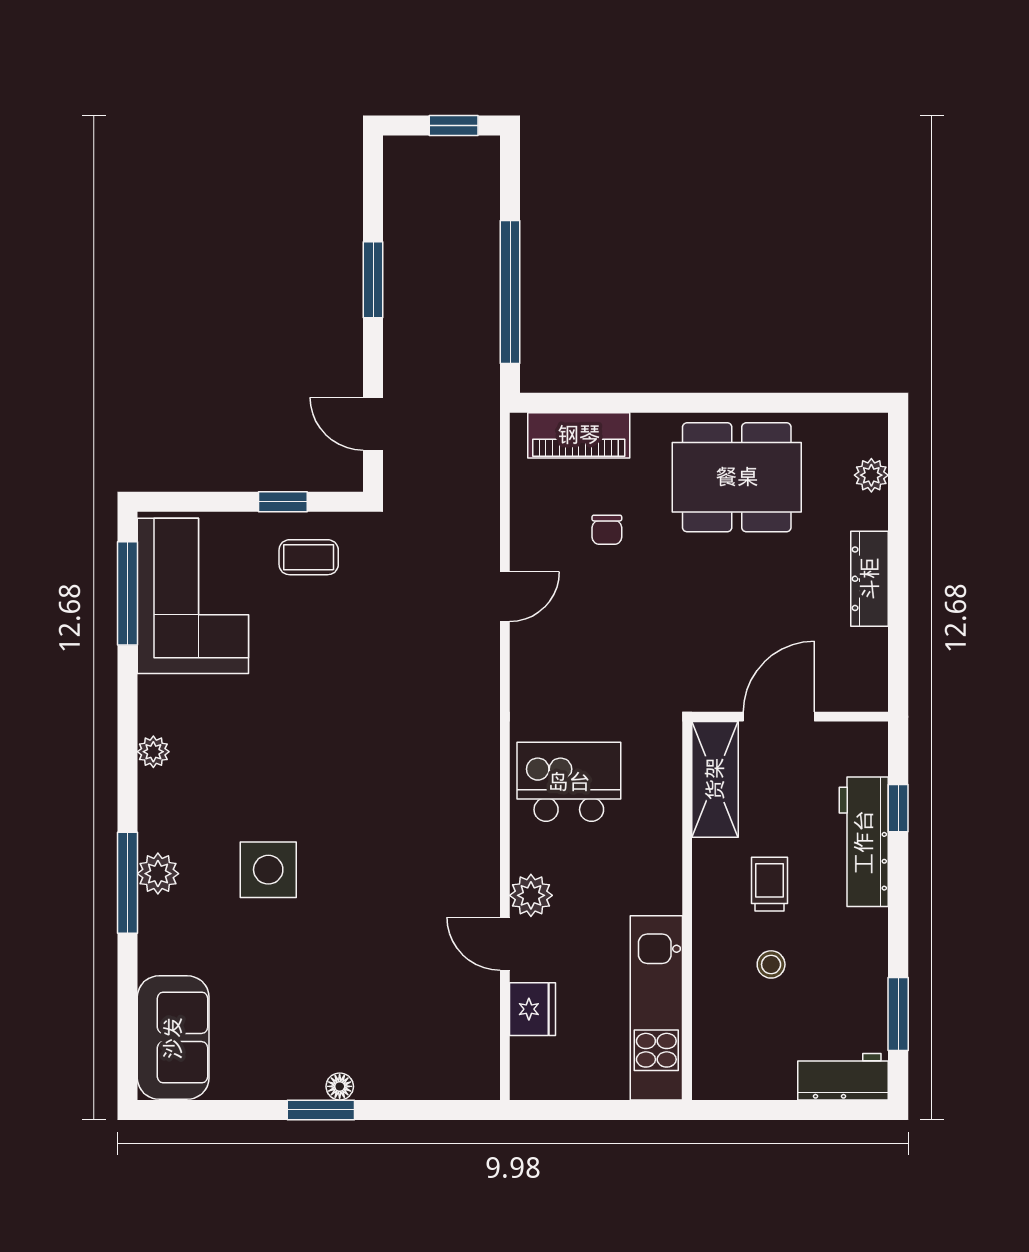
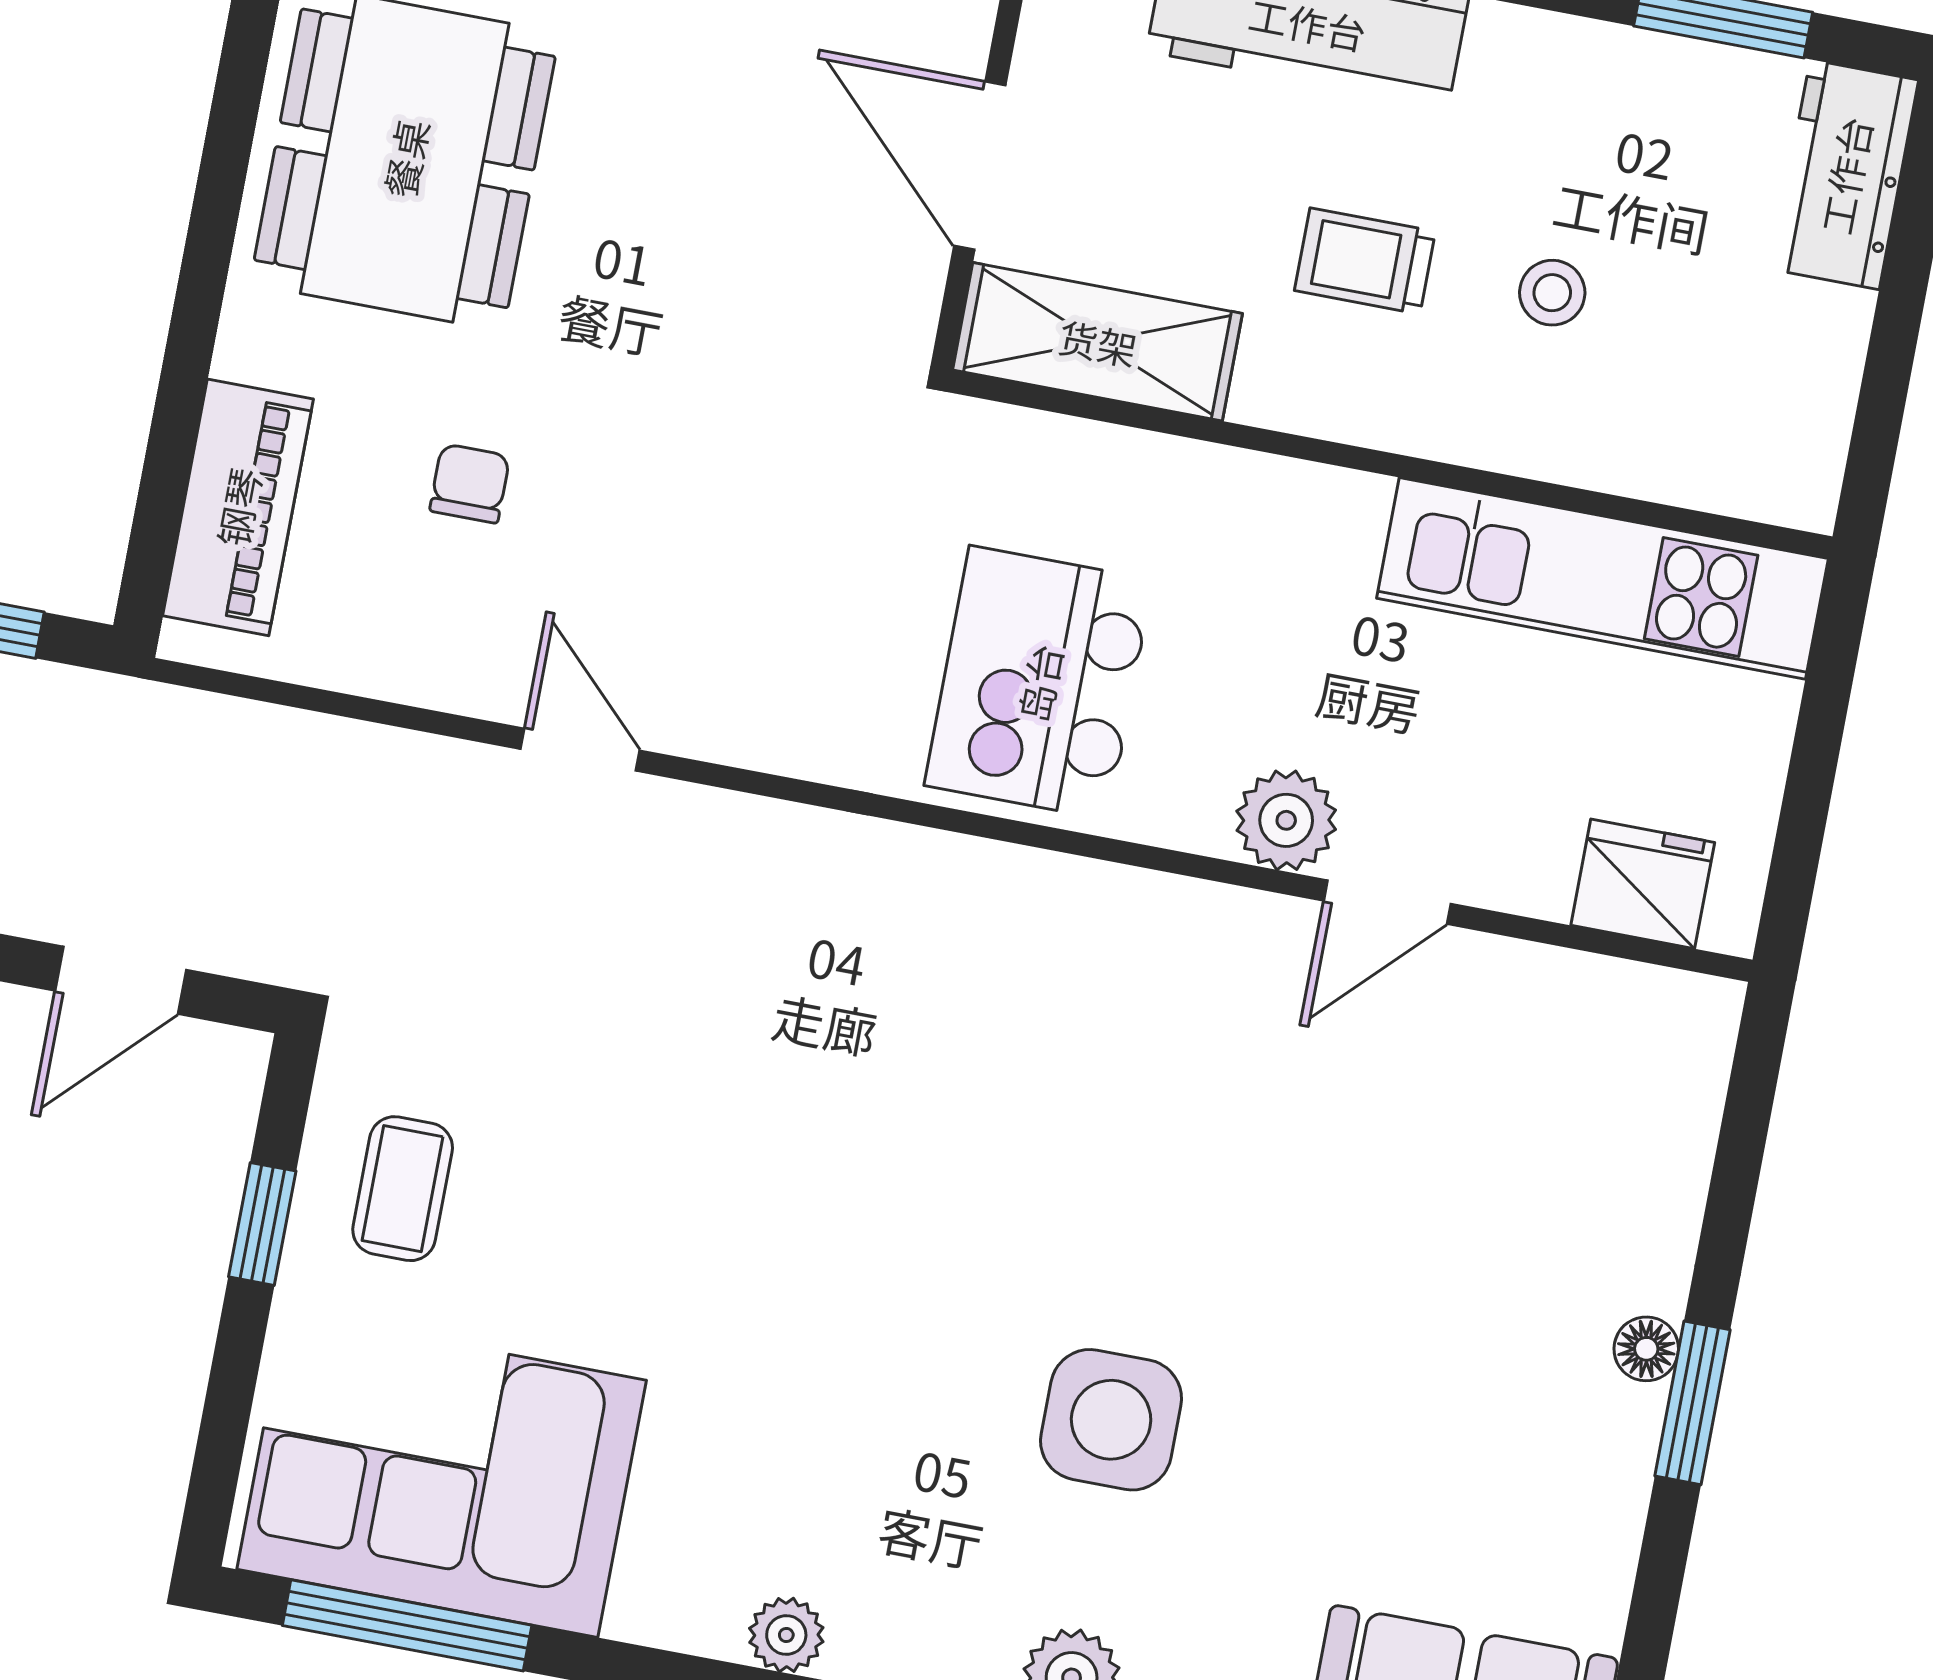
chair: (607, 530) -> (470, 483), turned -90
fridge: (533, 1009) -> (1643, 884), moved

